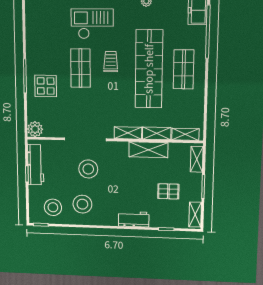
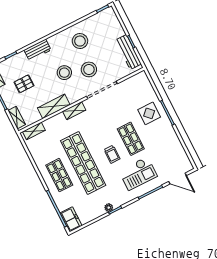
plant: (35, 129) -> (141, 78), removed
shelving: (157, 133) -> (54, 121), removed
stool: (53, 207) -> (64, 73), moved

